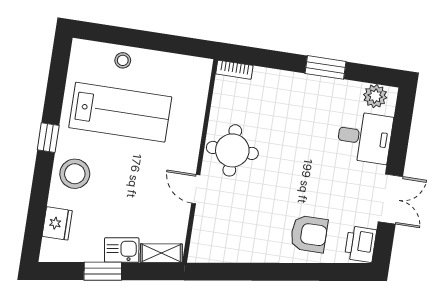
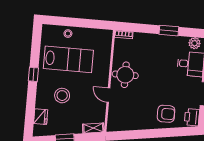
stool: (75, 174) -> (62, 96), moved
kitchen sink: (122, 250) -> (74, 128), removed

